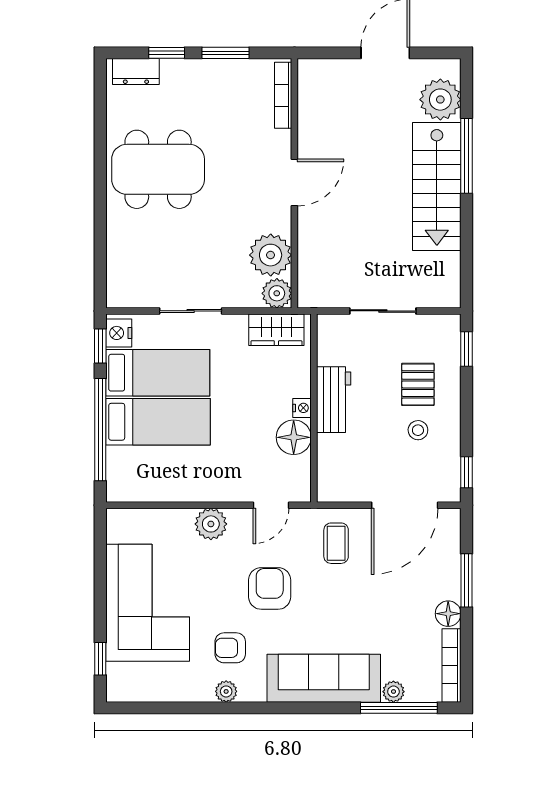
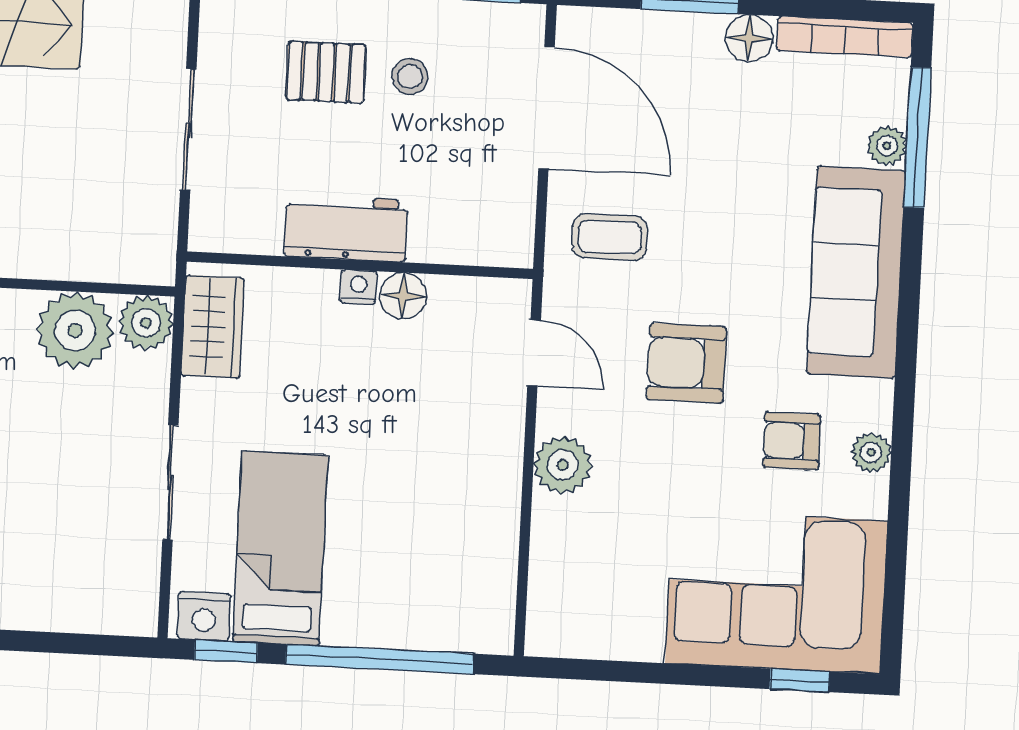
bed: (158, 422) -> (370, 553), removed
floor lamp: (294, 437) -> (403, 296), width x0.73, depth x0.73
corner sofa: (148, 603) -> (776, 592), moved
armchair: (230, 648) -> (792, 441), turned 90

